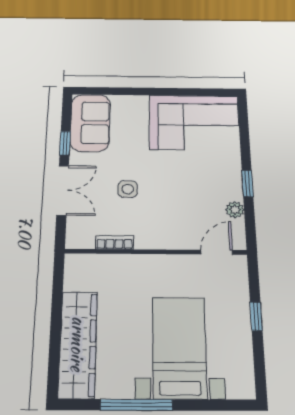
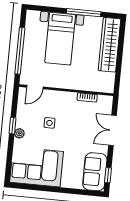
window: (65, 143) -> (108, 175), moved
side table: (128, 189) -> (49, 123), moved
plant: (235, 210) -> (19, 133), moved
window: (256, 316) -> (20, 51), width x3.17

